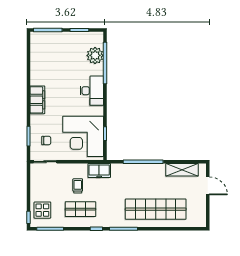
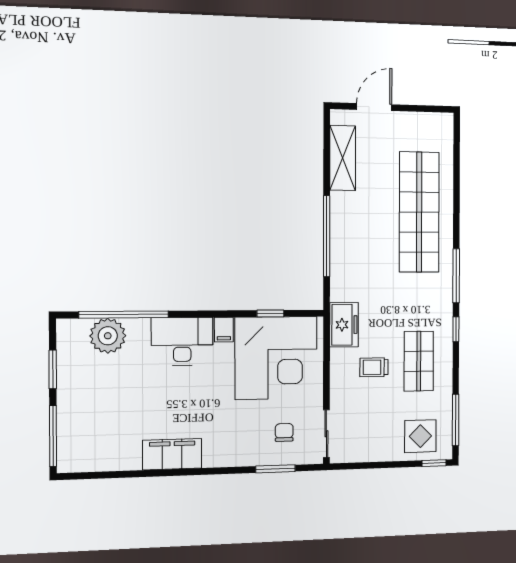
filing cabinet: (37, 100) -> (172, 454), moved
filing cabinet: (97, 111) -> (224, 330), added

